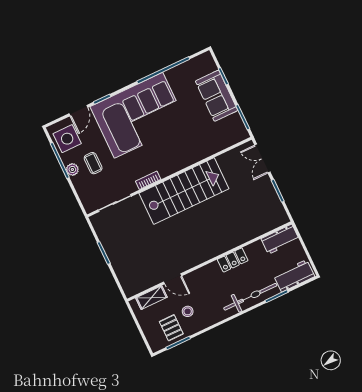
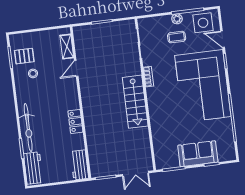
double door: (262, 159) -> (135, 174), swing flipped
stairs: (184, 191) -> (135, 102), width x0.73, depth x0.66
workbench: (280, 239) -> (79, 165), moved
locker: (233, 260) -> (75, 121), moved
wall: (209, 261) -> (80, 102), moved
door: (173, 279) -> (76, 68), moved
shelving: (151, 298) -> (67, 47), moved

